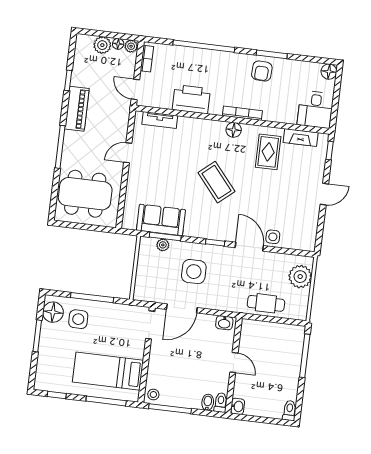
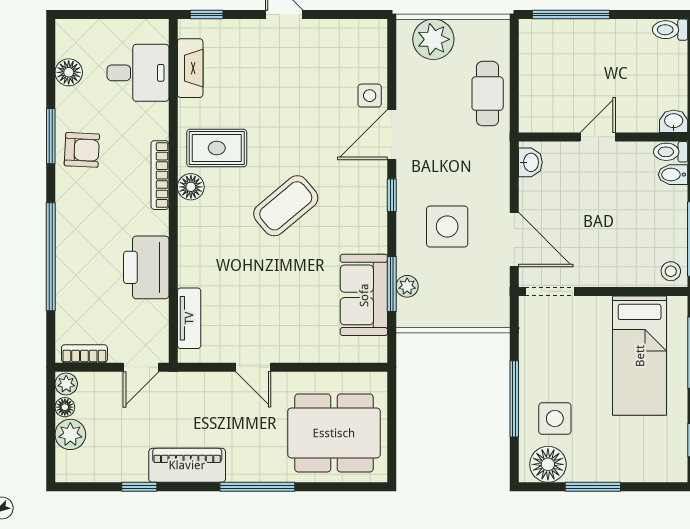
floor lamp: (329, 72) -> (69, 72), moved
desk: (315, 109) -> (138, 73), moved
rug: (268, 152) -> (217, 148), moved
dining table: (85, 194) -> (334, 433), turned 90

